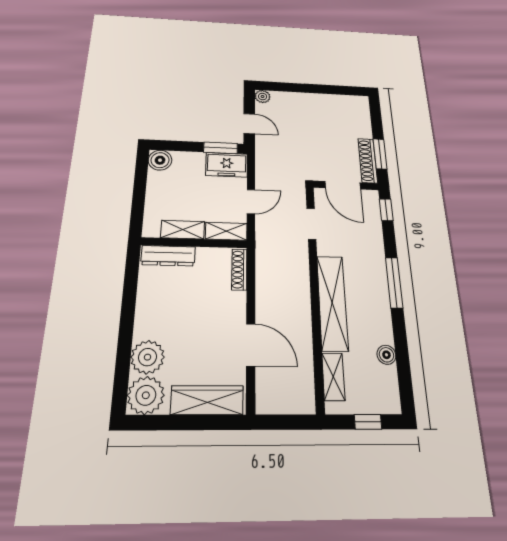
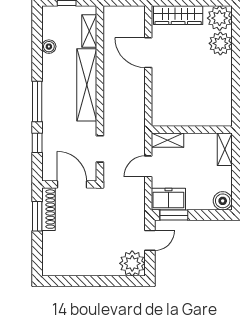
plant: (263, 97) -> (132, 263), width x1.88, depth x1.88
door: (249, 124) -> (150, 240), swing flipped
window: (386, 210) -> (37, 143), moved
shelving: (183, 230) -> (225, 149), moved, turned 90
dresser: (168, 256) -> (211, 119), removed
shoe rack: (239, 269) -> (157, 109), removed

